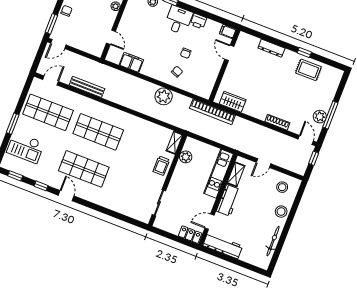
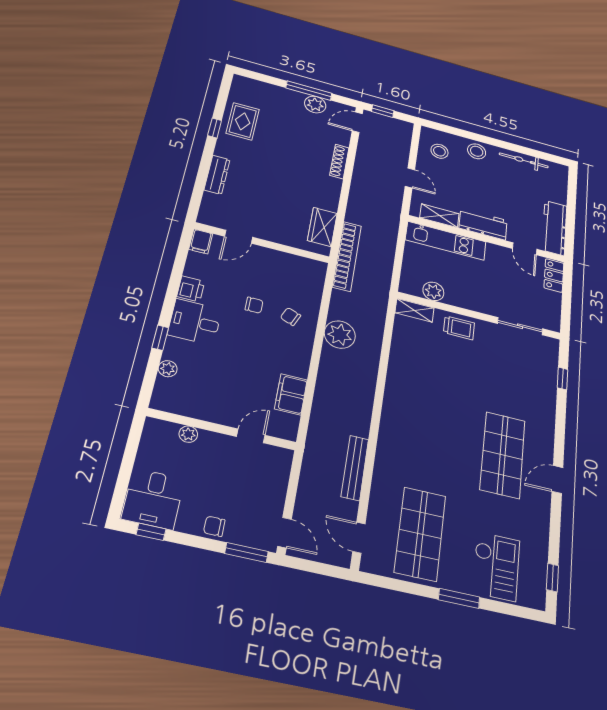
shop shelf: (98, 132) -> (431, 438), removed
window: (41, 186) -> (562, 379), moved

